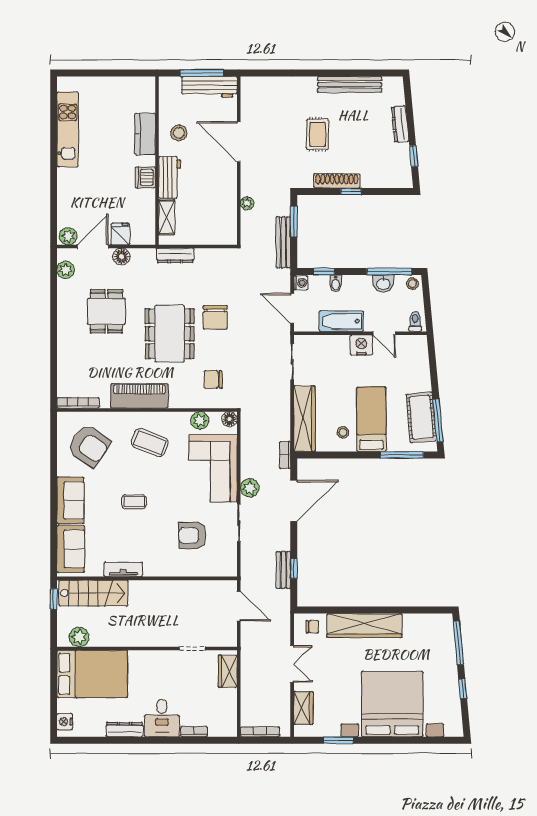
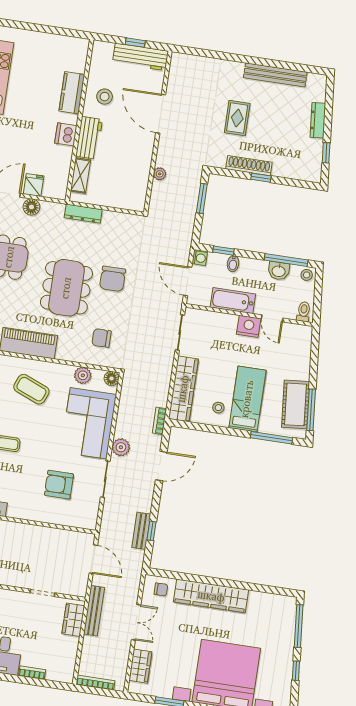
window: (202, 73) -> (135, 43), width x0.46
bench: (283, 242) -> (94, 611), moved
door: (294, 501) -> (161, 466), width x0.73

